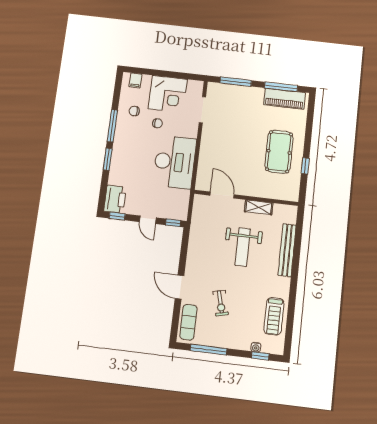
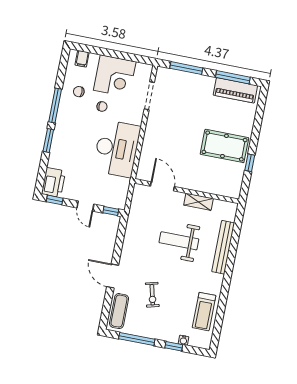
pool table: (279, 152) -> (224, 146), turned 90
weight bench: (243, 247) -> (179, 241), turned 90
window: (260, 356) -> (174, 346), moved

